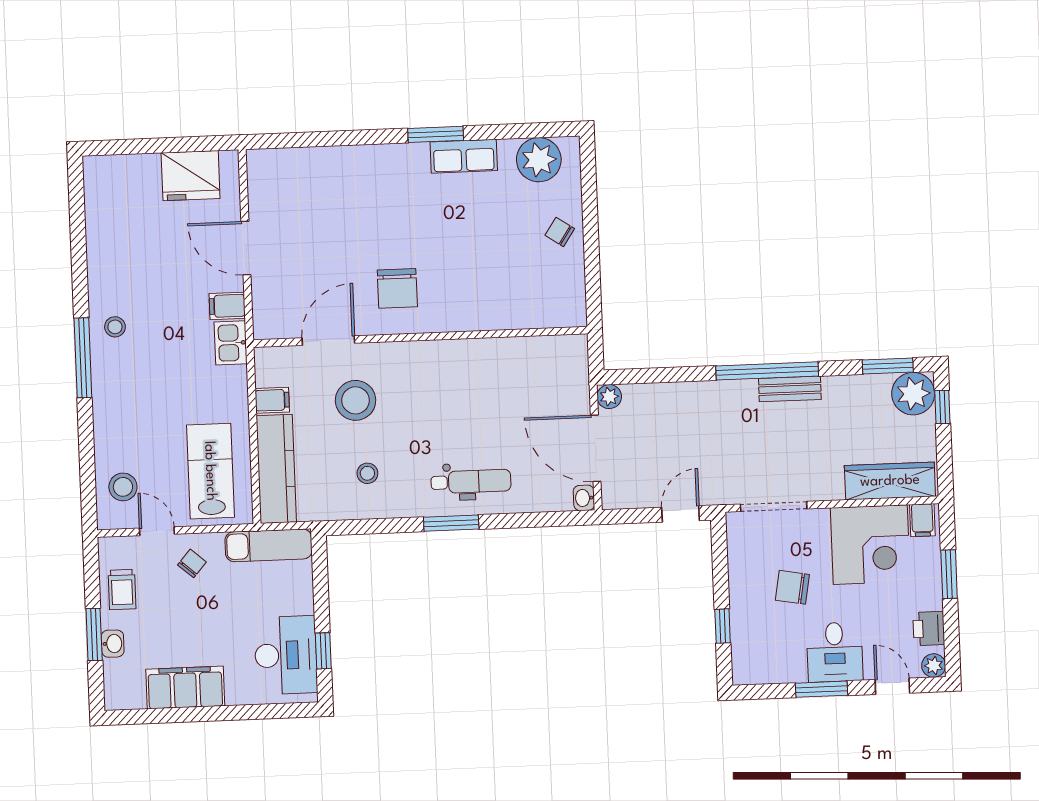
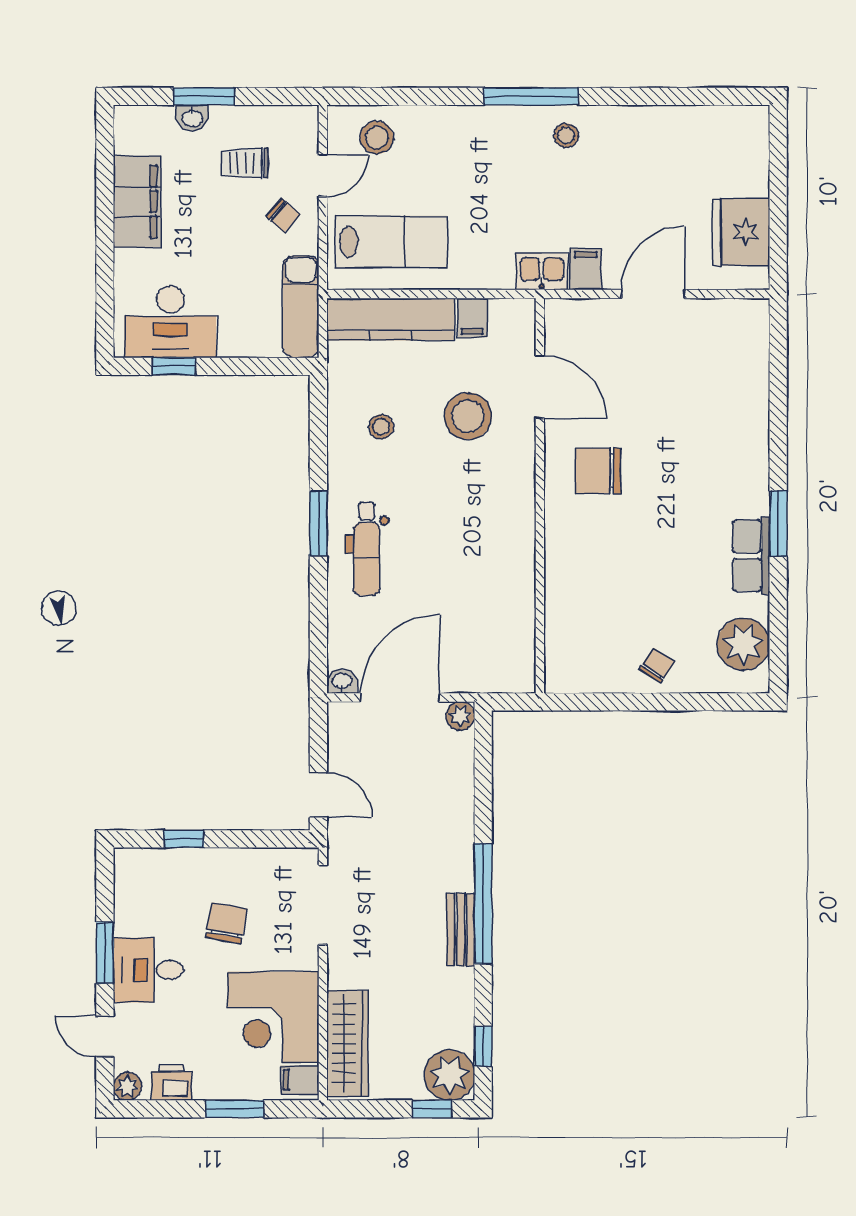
window: (888, 366) -> (483, 1046), width x0.67
trolley: (122, 589) -> (245, 163), moved
door: (892, 686) -> (105, 1037), swing flipped

